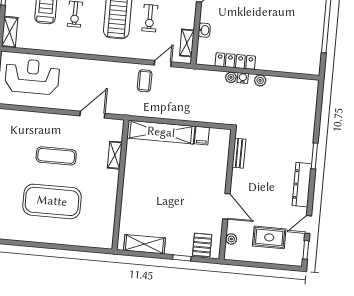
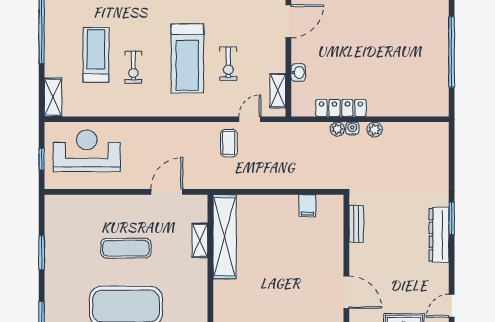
shelving: (161, 132) -> (225, 237), moved, turned 90
dresser: (302, 185) -> (439, 235), moved

